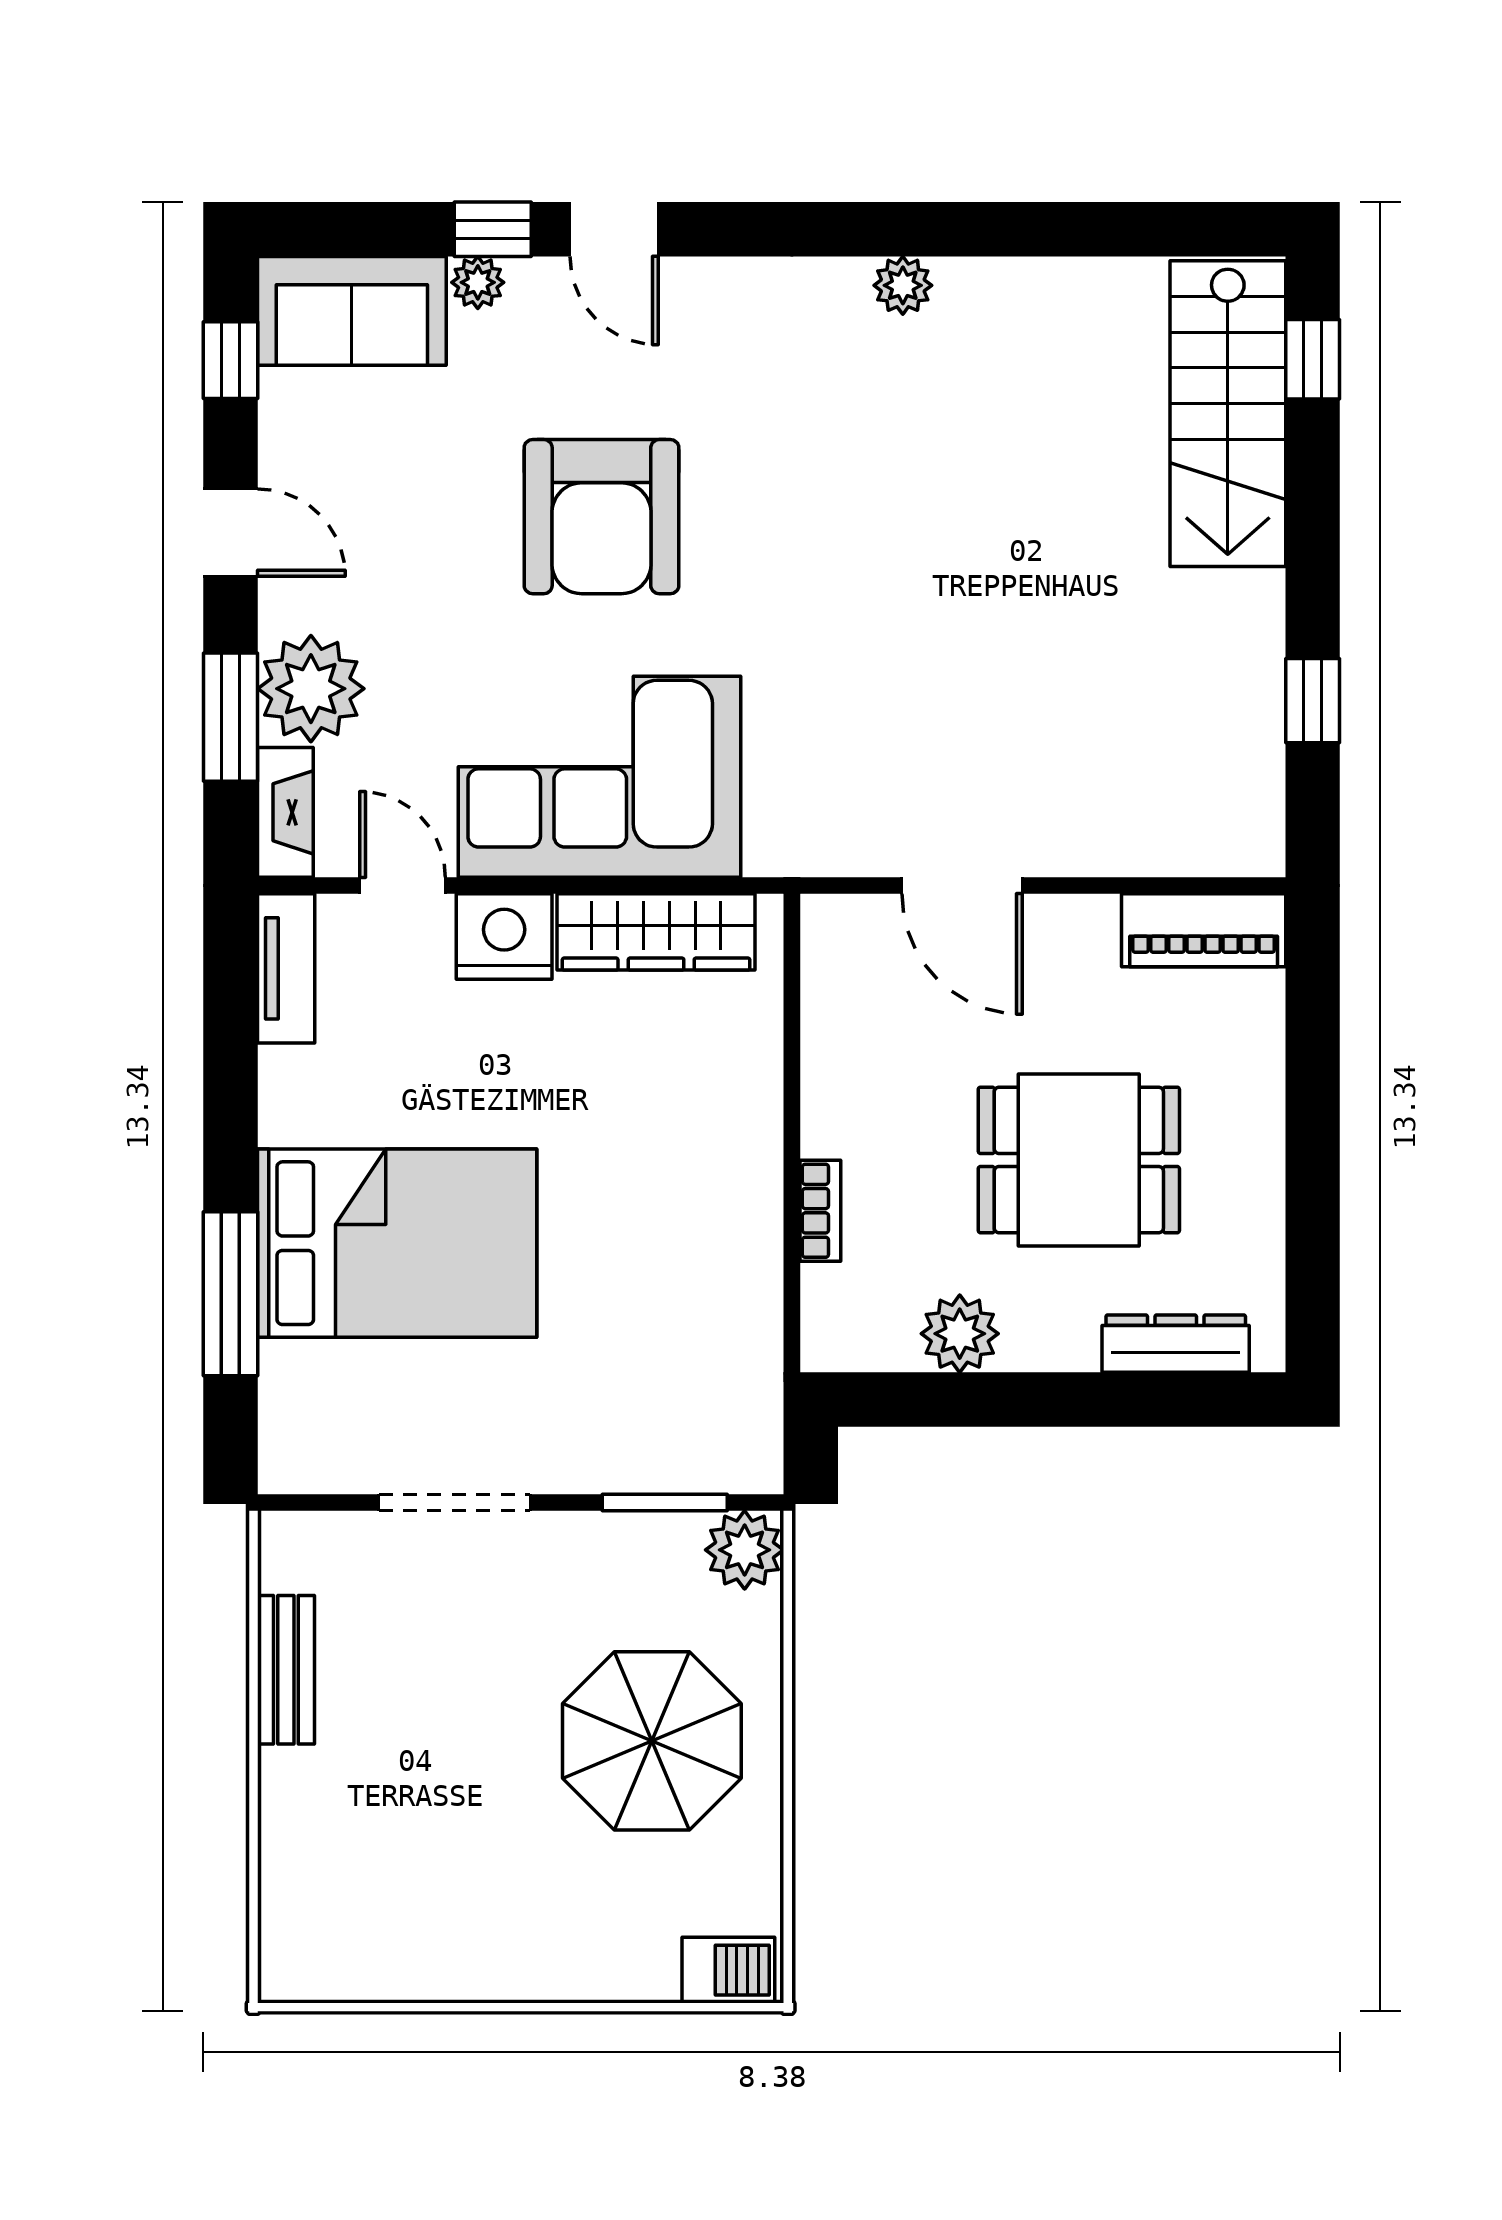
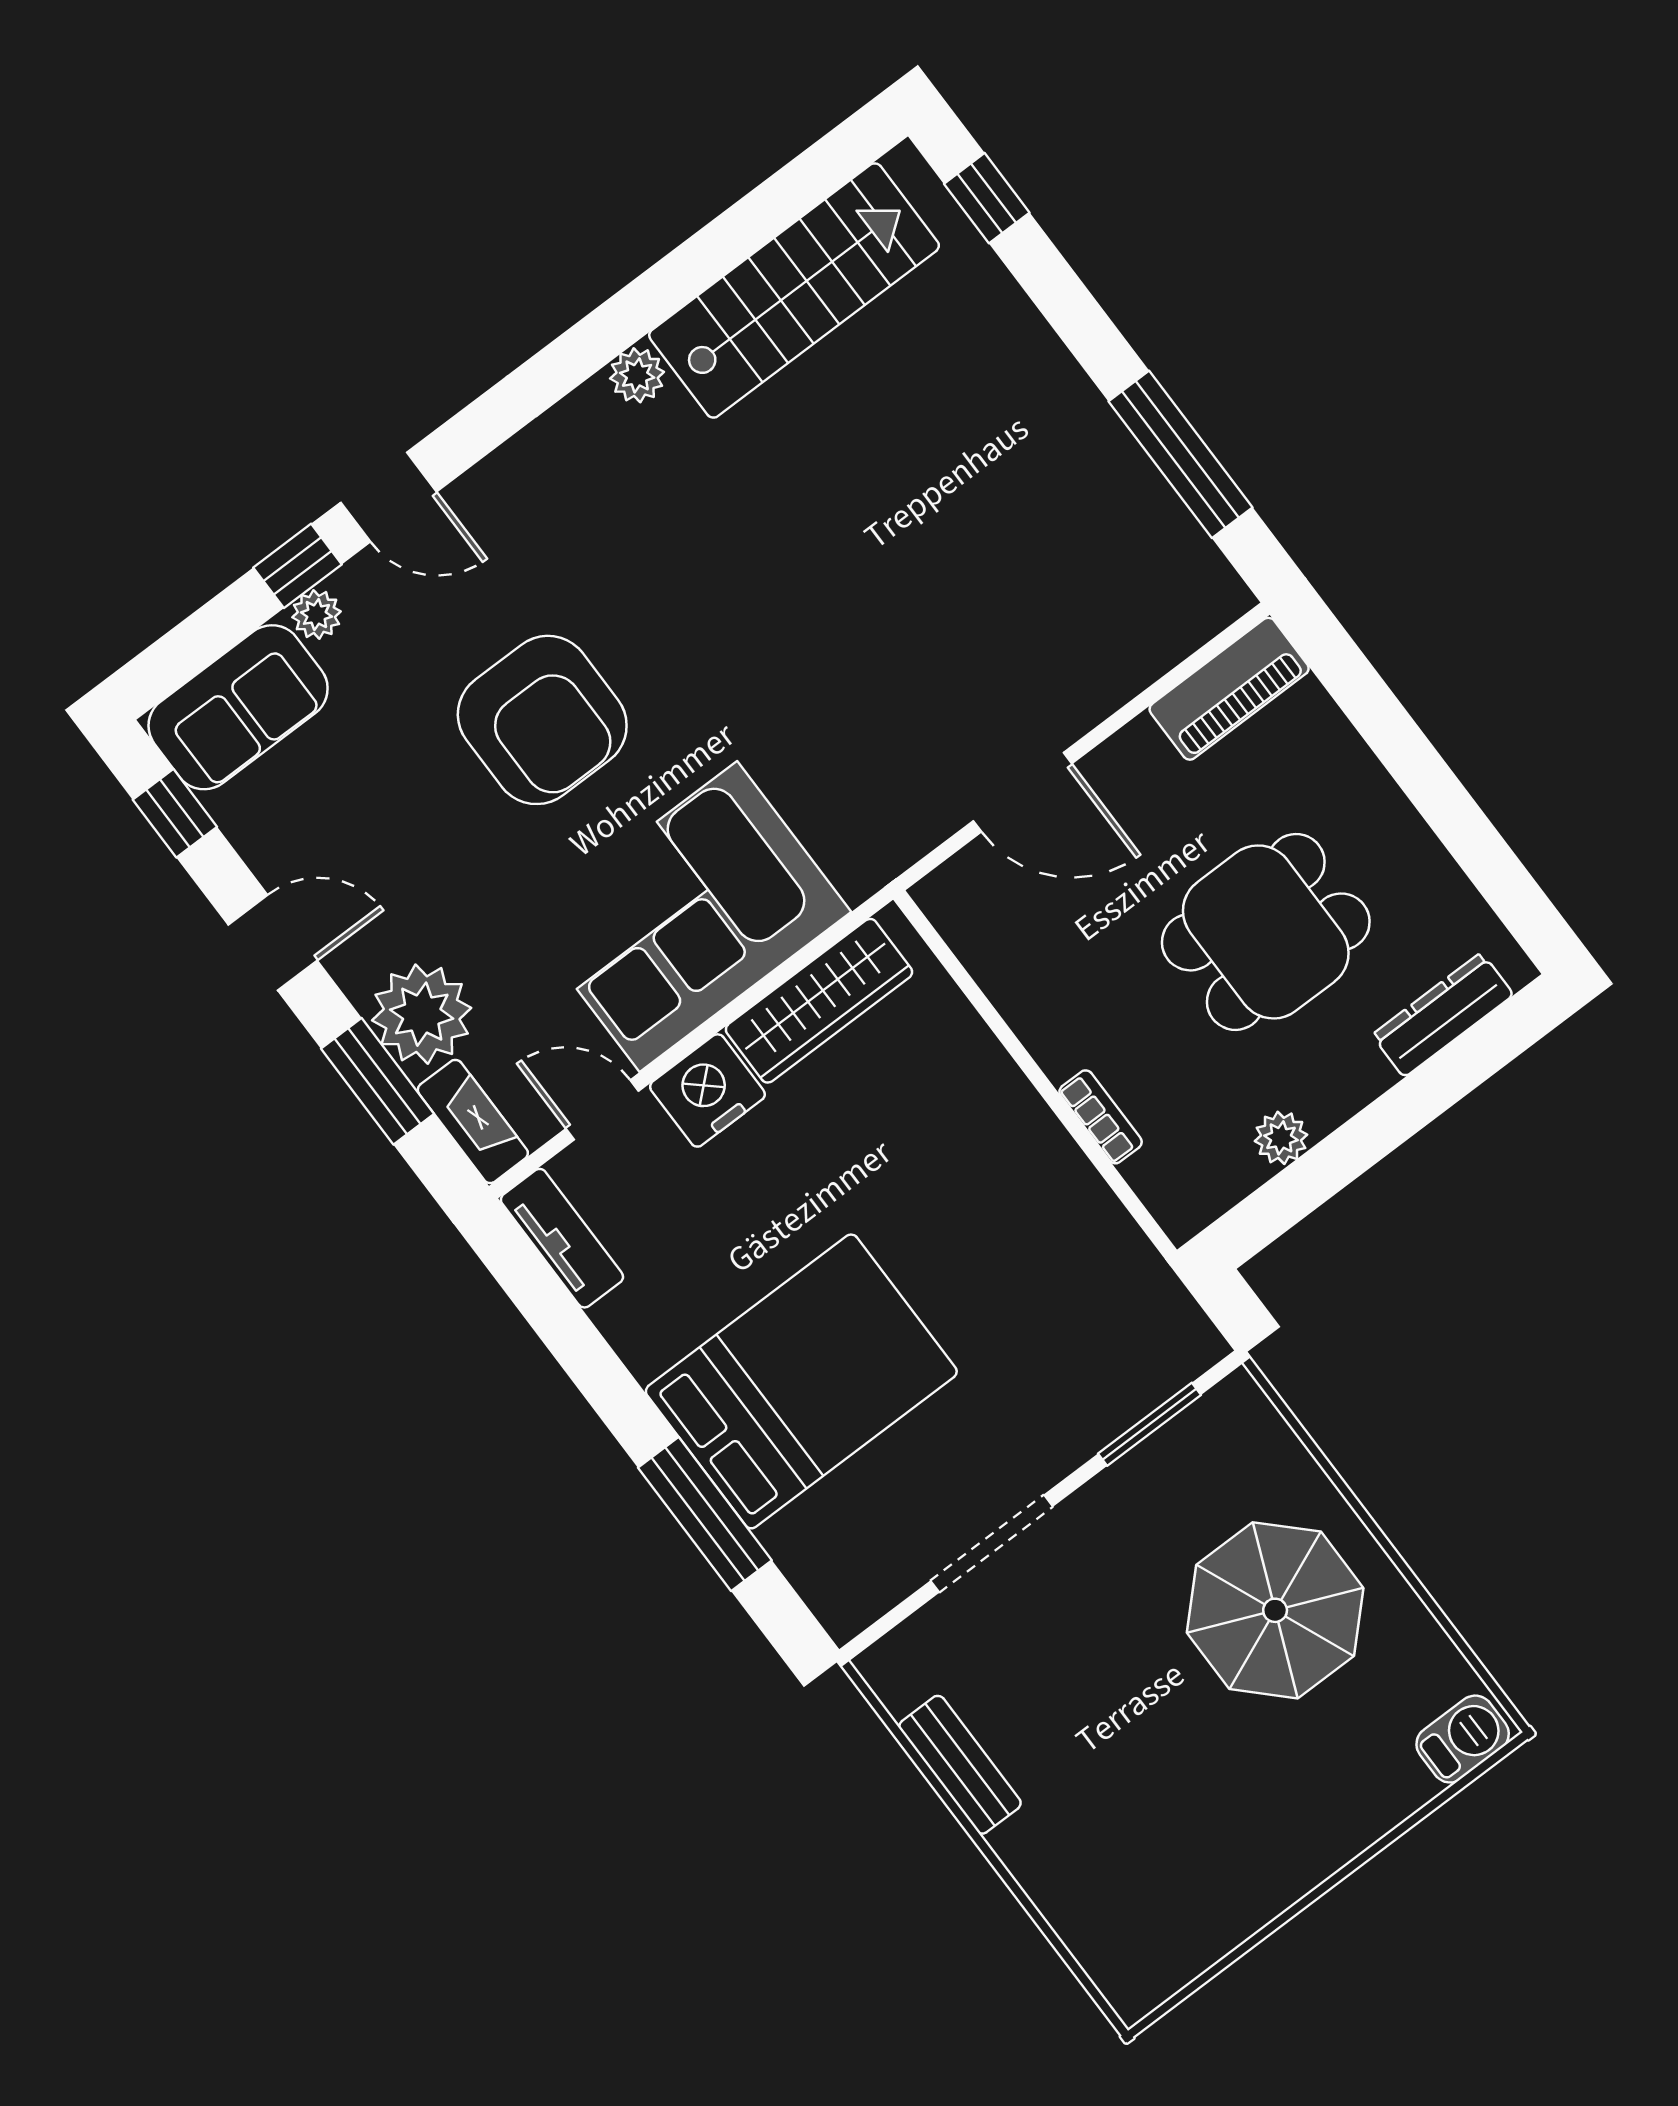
stairs: (1228, 414) -> (794, 290), moved, turned -90
window: (1313, 701) -> (1180, 454), width x2.17
plant: (960, 1334) -> (1281, 1138), width x0.73, depth x0.73
plant: (745, 1550) -> (1236, 1414), removed

